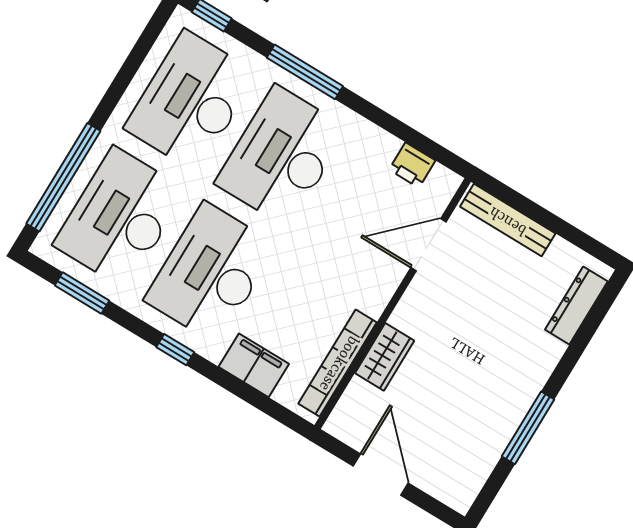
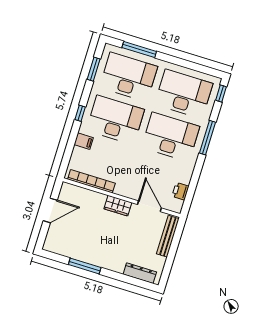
window: (63, 177) -> (139, 49), width x0.68
wardrobe: (385, 357) -> (118, 206), moved
filing cabinet: (254, 365) -> (84, 141), width x0.50

